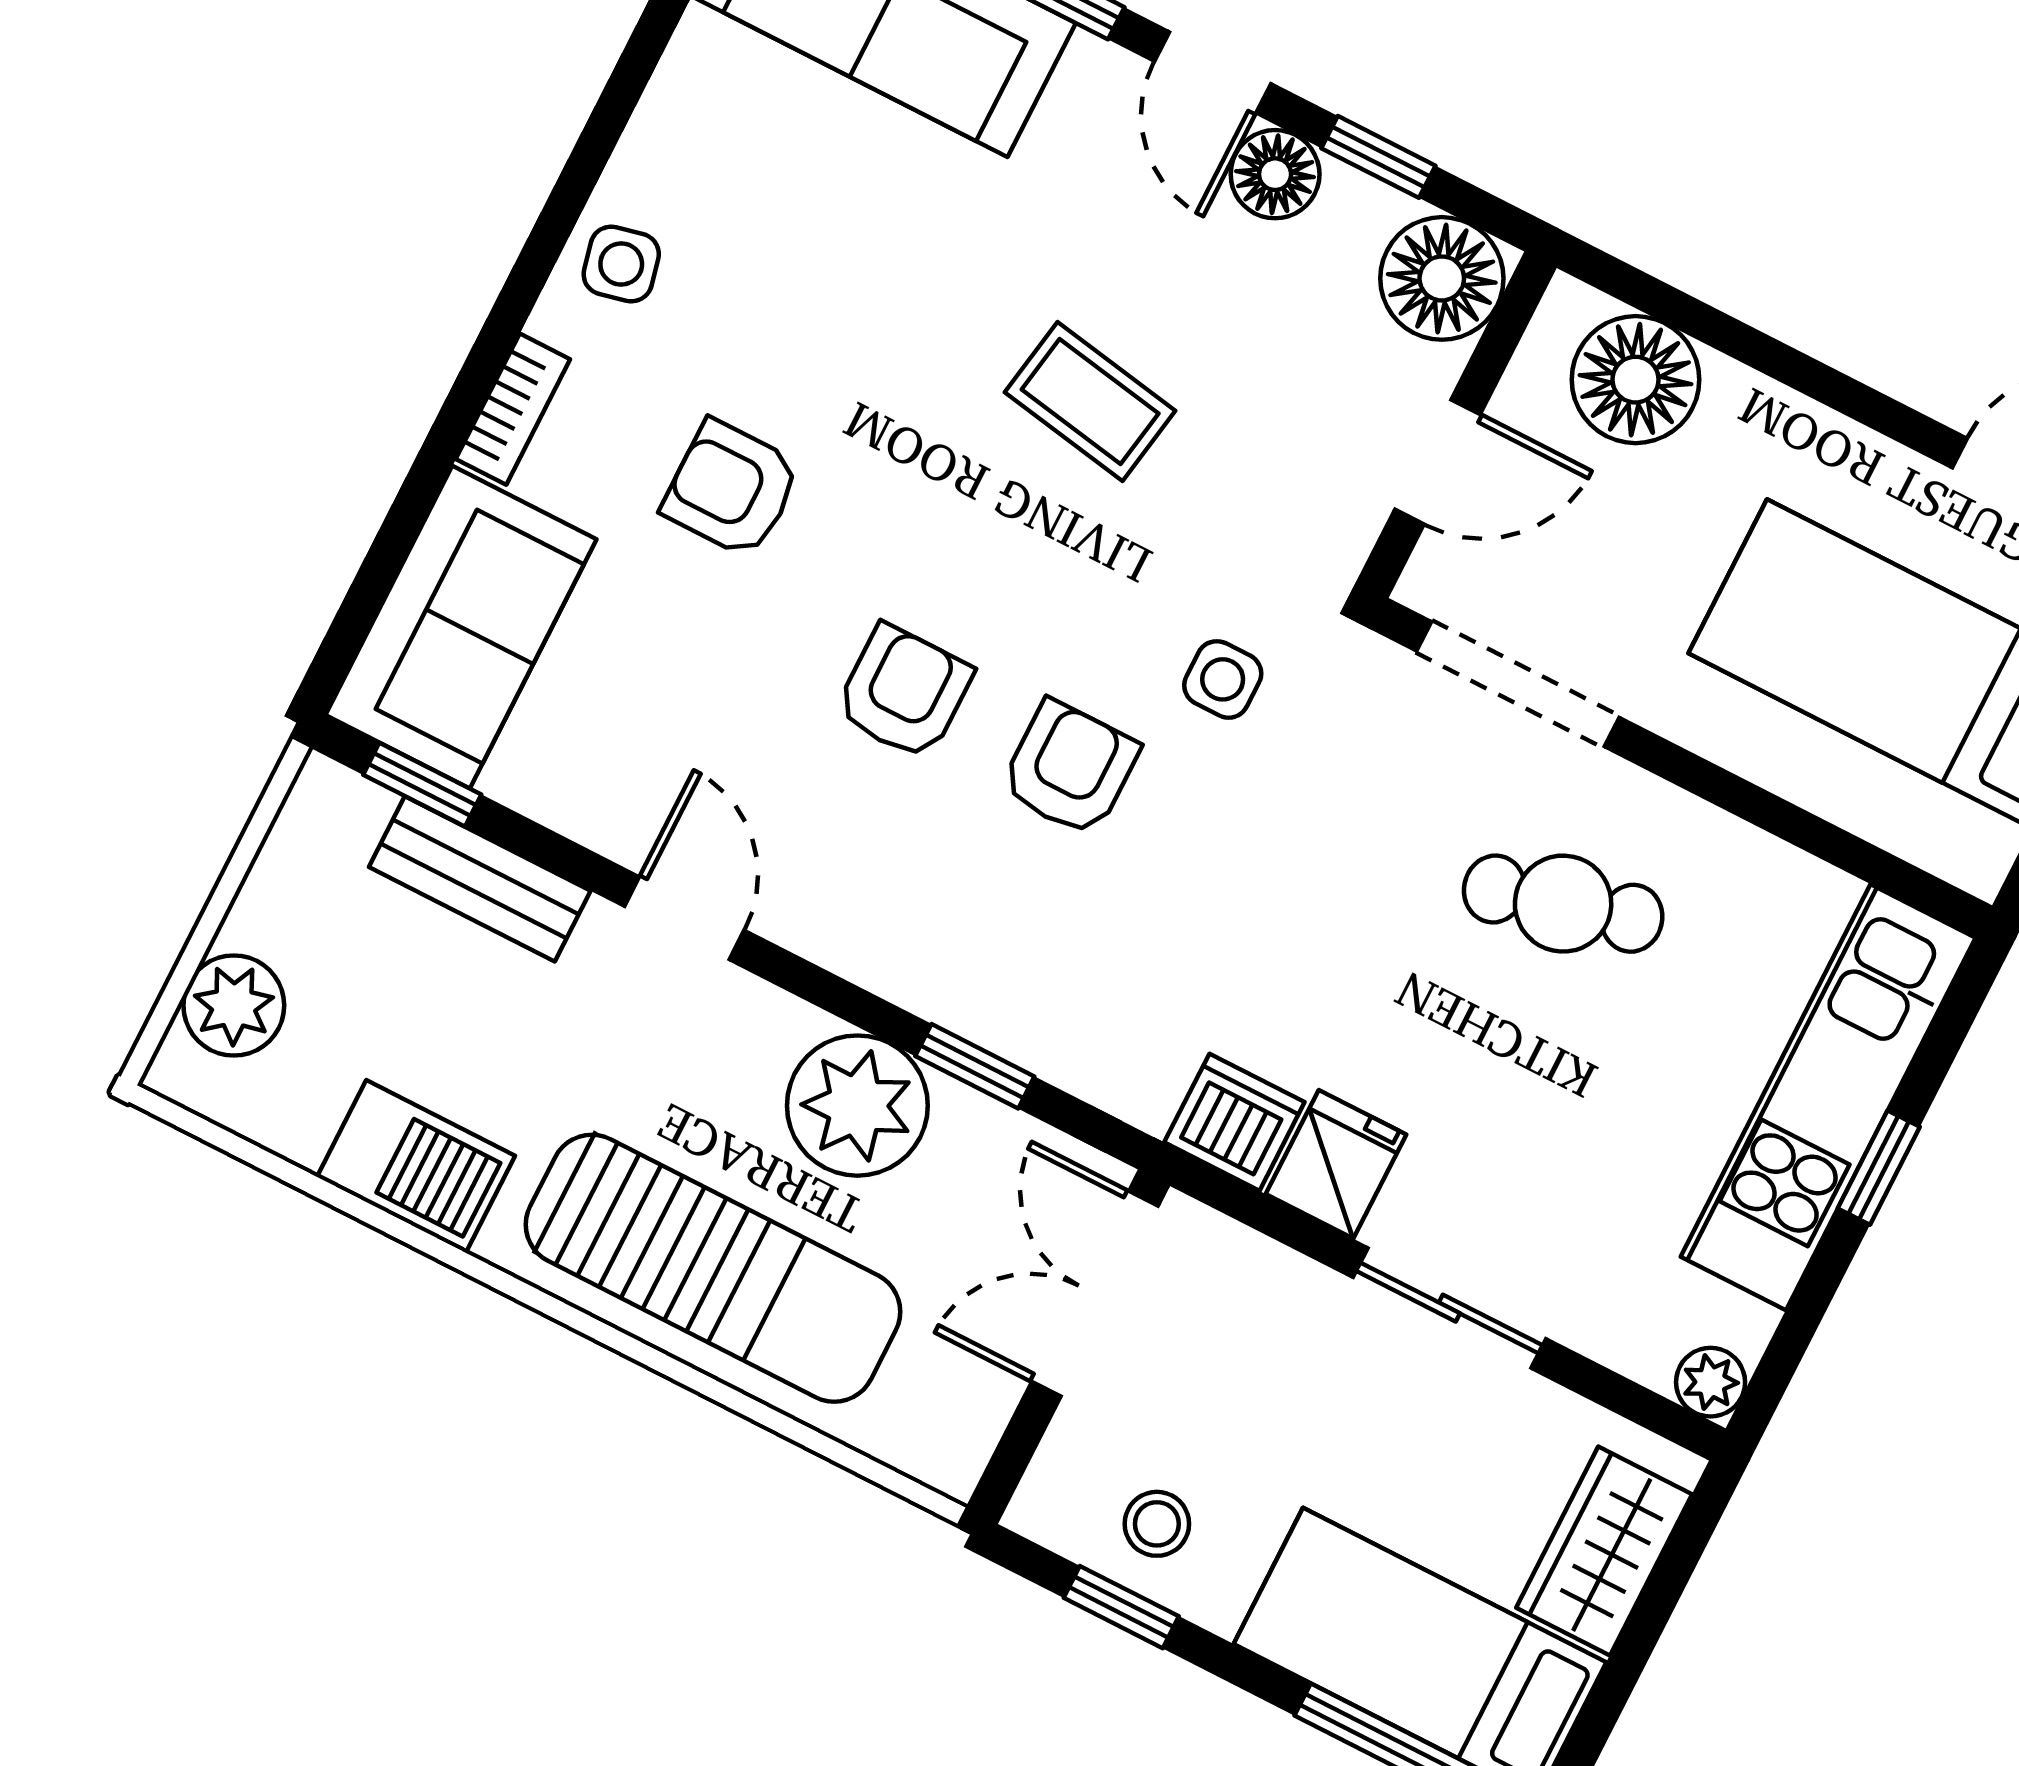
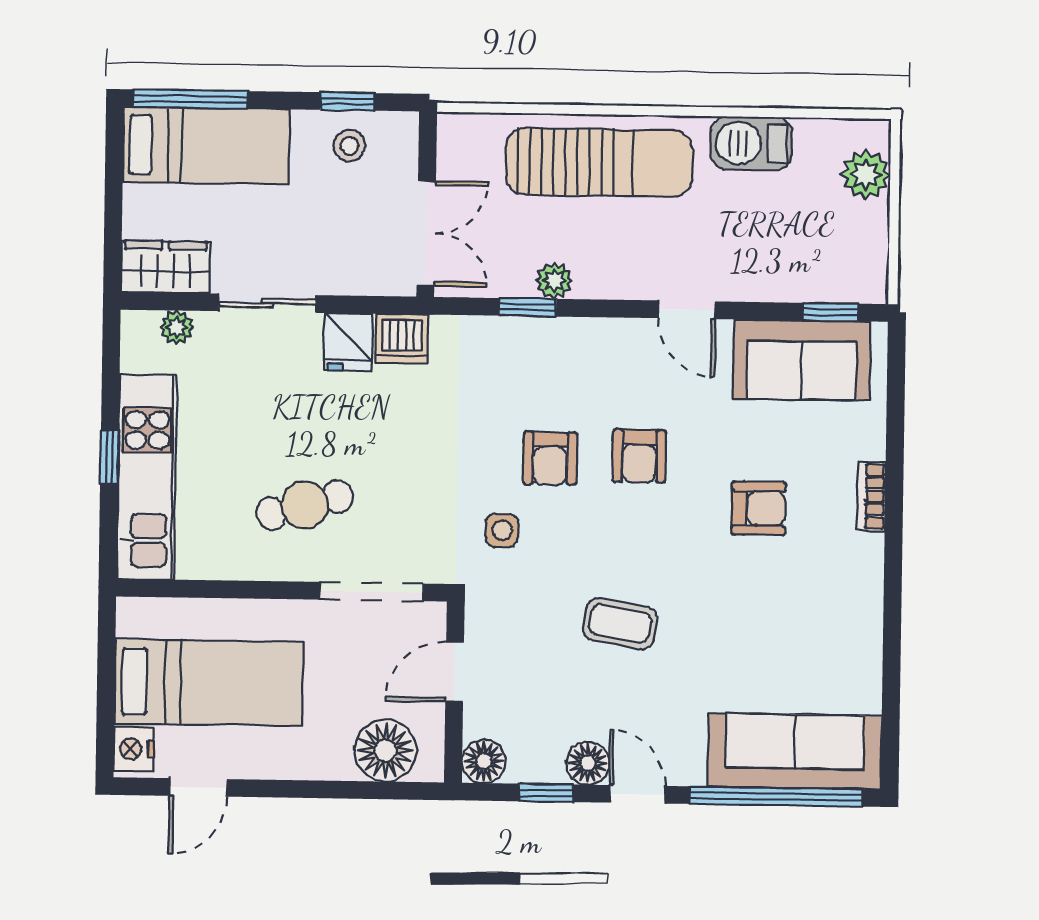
side table: (621, 264) -> (855, 583), removed
floor lamp: (1442, 278) -> (484, 761), width x0.73, depth x0.73
sofa: (461, 627) -> (802, 360), moved, turned -90
bench: (480, 879) -> (785, 283), removed
plant: (857, 1106) -> (555, 281), width x0.53, depth x0.53
sun lounger: (713, 1268) -> (599, 162), turned 180
plant: (1711, 1382) -> (177, 327), moved
wardrobe: (1604, 1551) -> (166, 267), moved, turned -90

